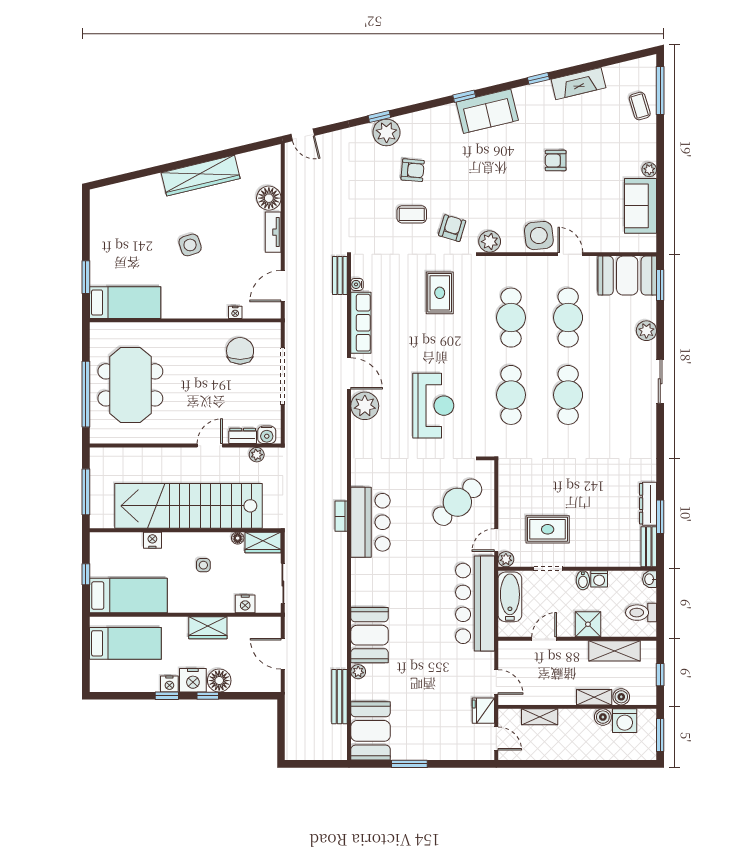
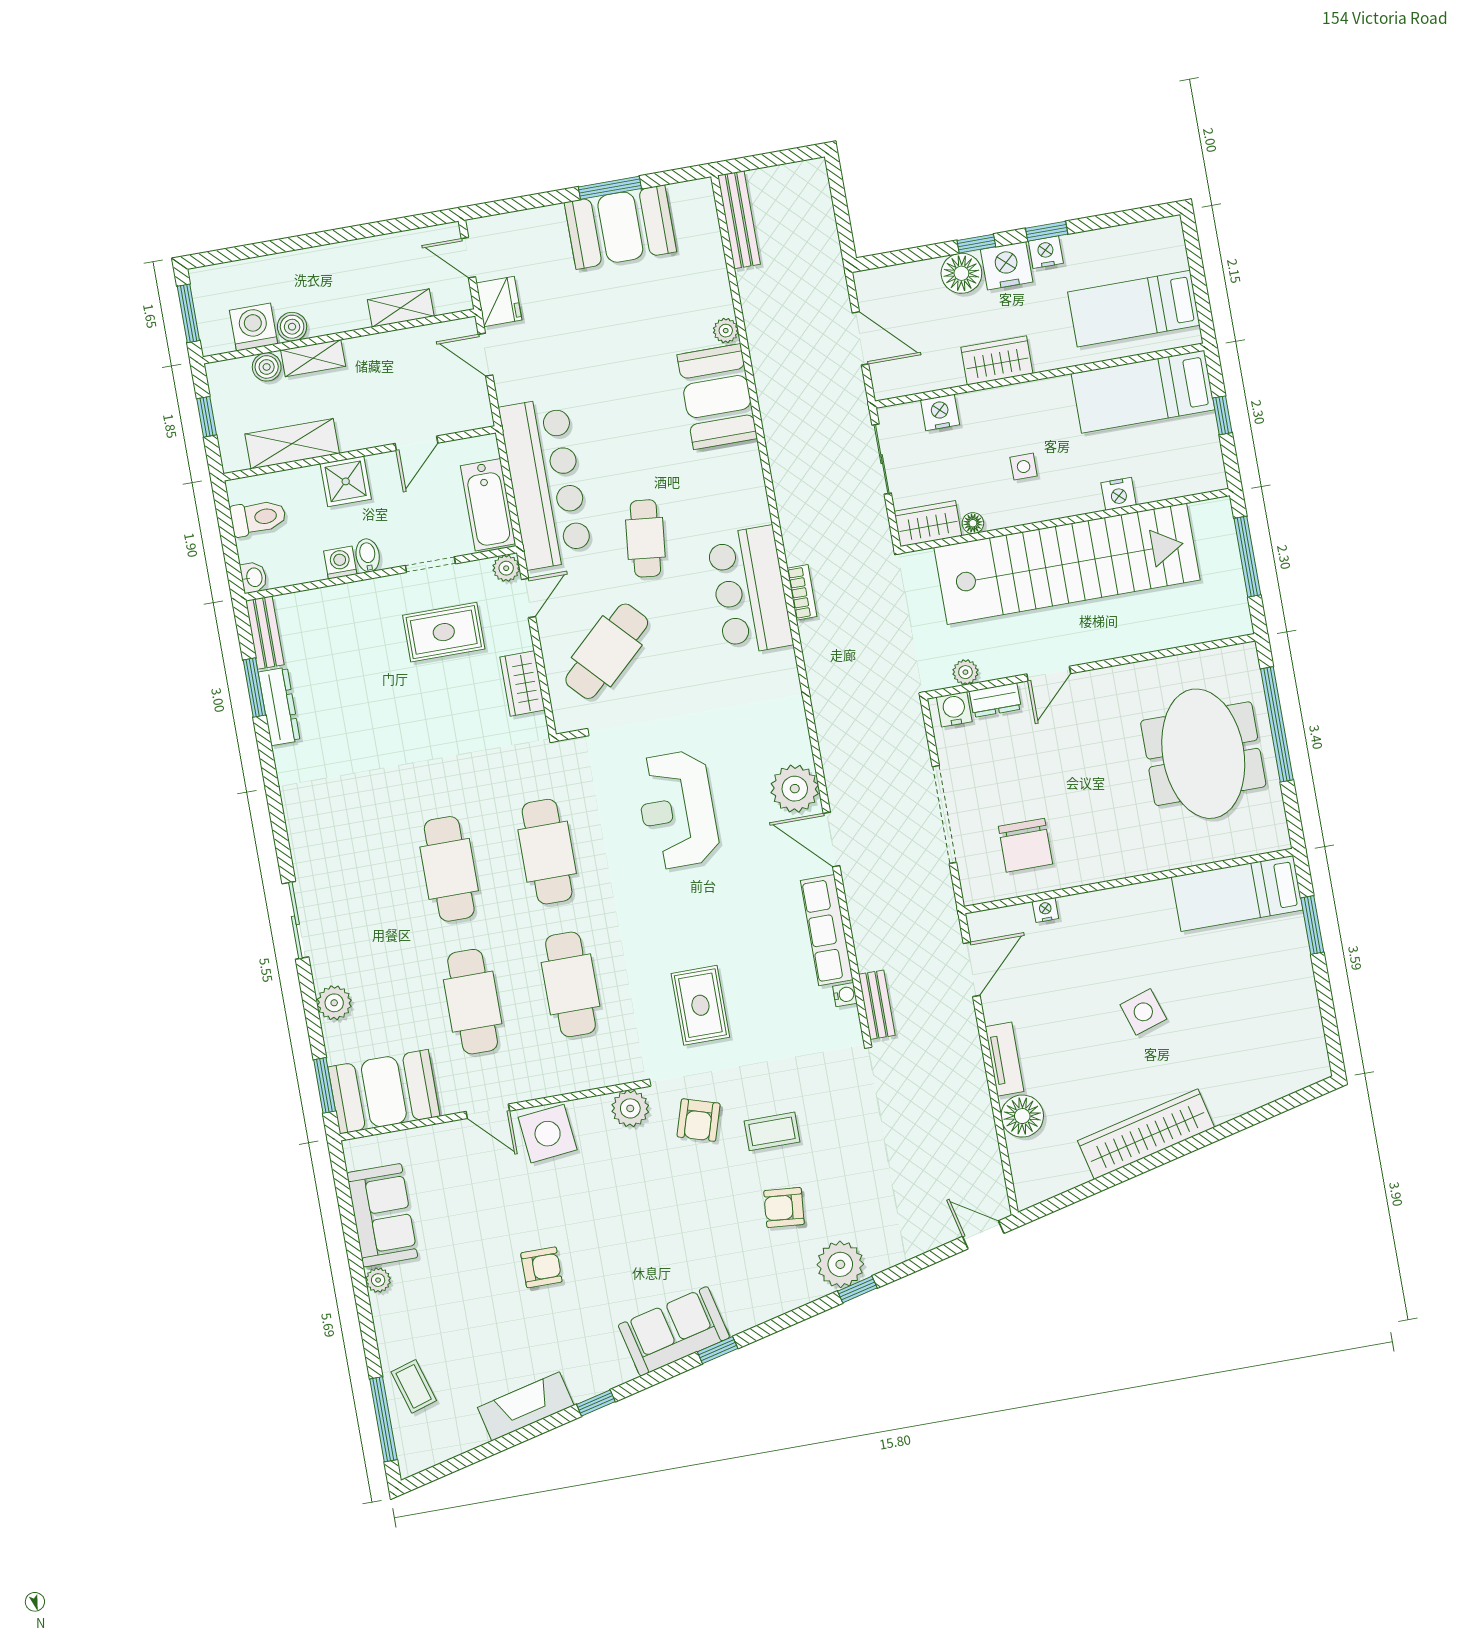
wardrobe: (508, 492) -> (522, 684), added
cafe table: (424, 562) -> (645, 538), added
bench: (340, 697) -> (739, 220), moved
booth: (371, 731) -> (620, 227), moved, turned 90

